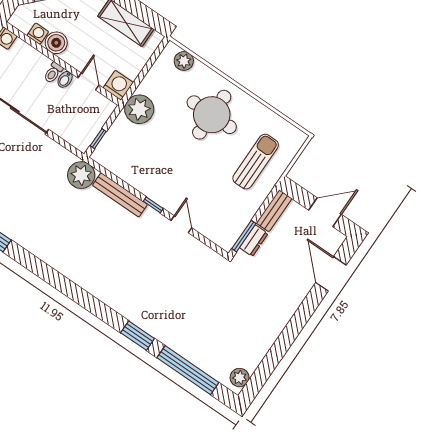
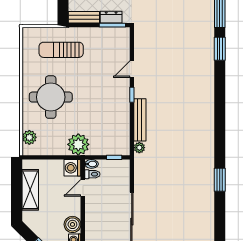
toilet: (53, 73) -> (92, 174), moved
bidet: (65, 79) -> (91, 164), moved
plant: (81, 175) -> (139, 148), width x0.53, depth x0.53

